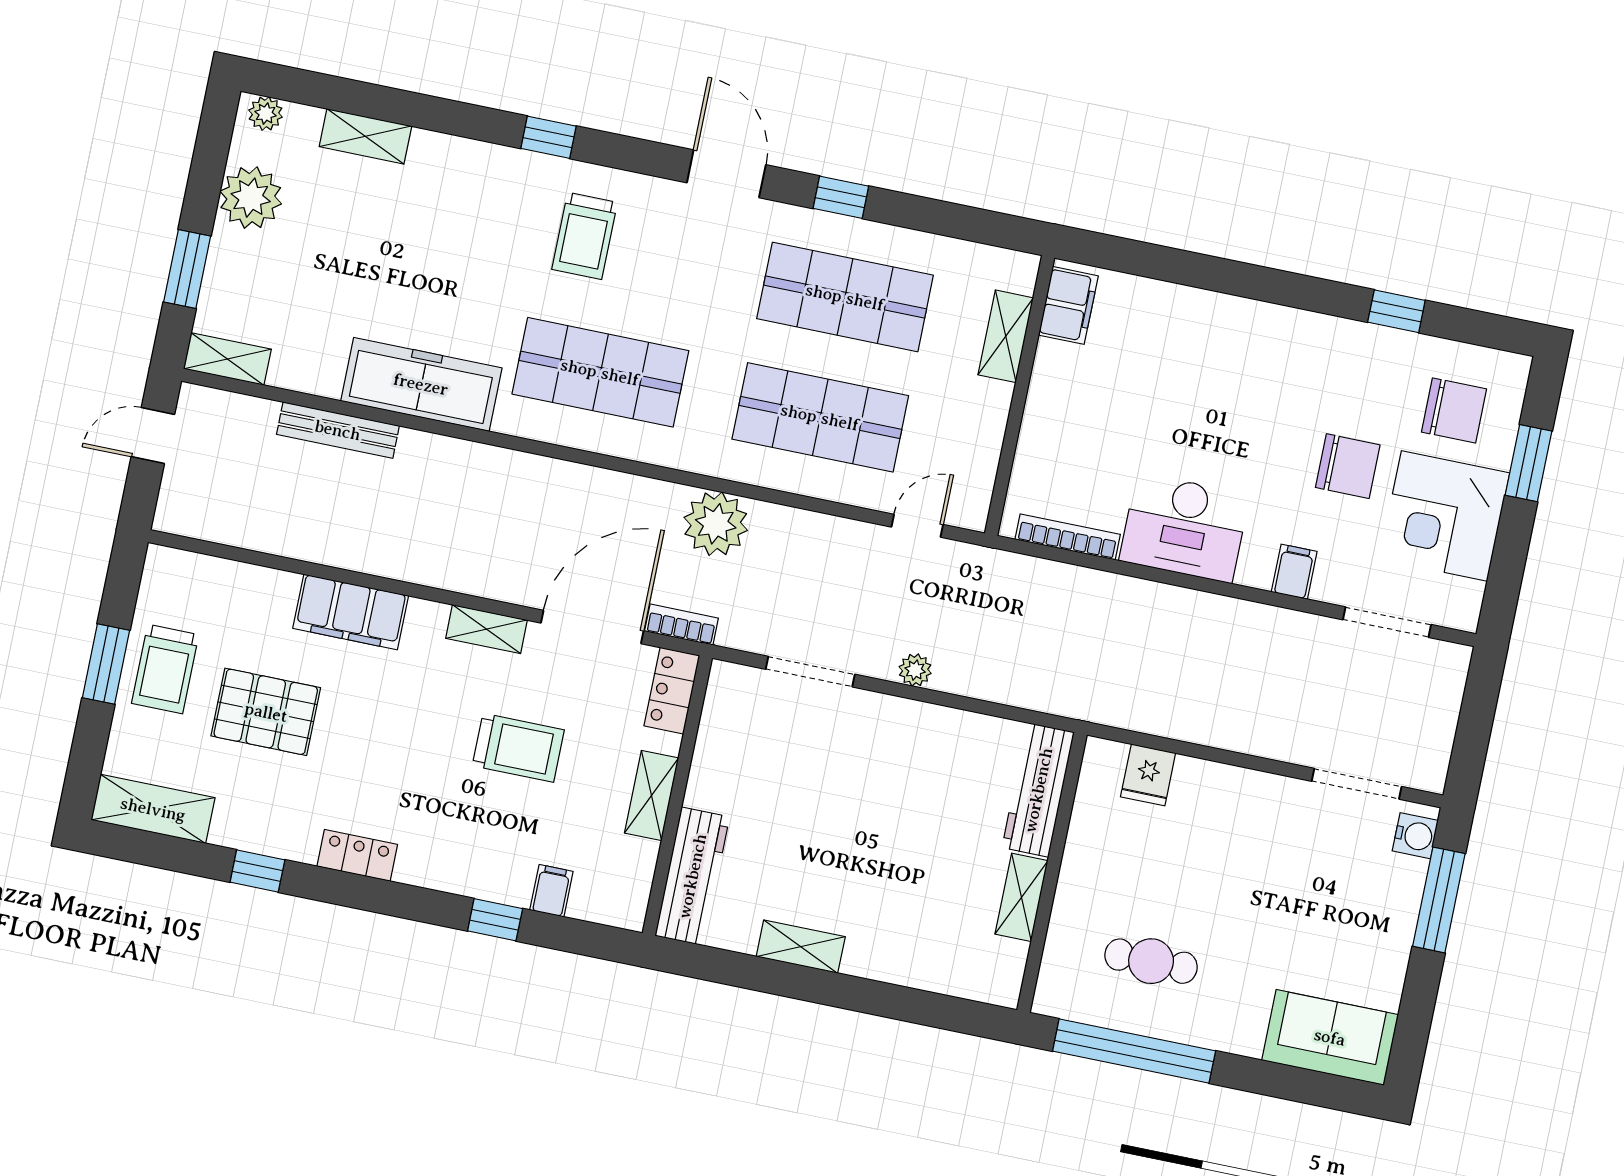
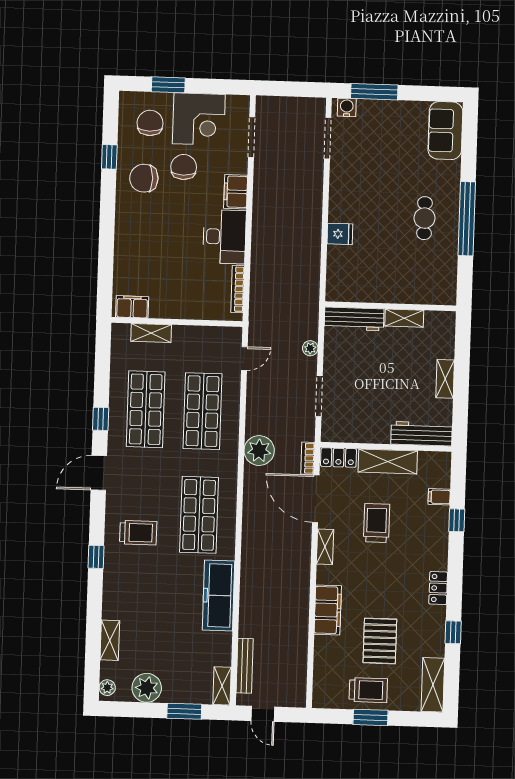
chair: (1338, 377) -> (144, 178), added
bench: (338, 430) -> (245, 666), moved
door: (917, 526) -> (244, 358), swing flipped
filing cabinet: (1294, 572) -> (236, 192), width x2.00
workbench: (1038, 790) -> (354, 319), moved
shelving: (652, 795) -> (388, 461), width x1.50, depth x1.33
wall: (1052, 872) -> (391, 306), moved
shelving: (1022, 897) -> (404, 318), moved

